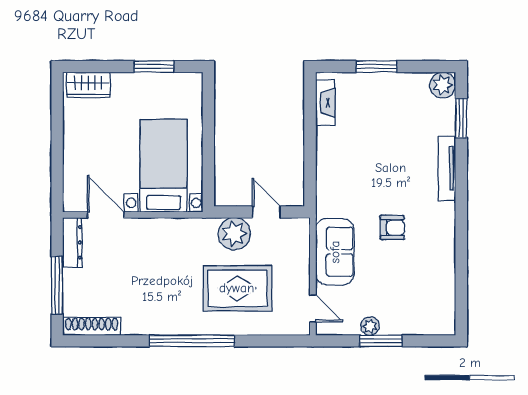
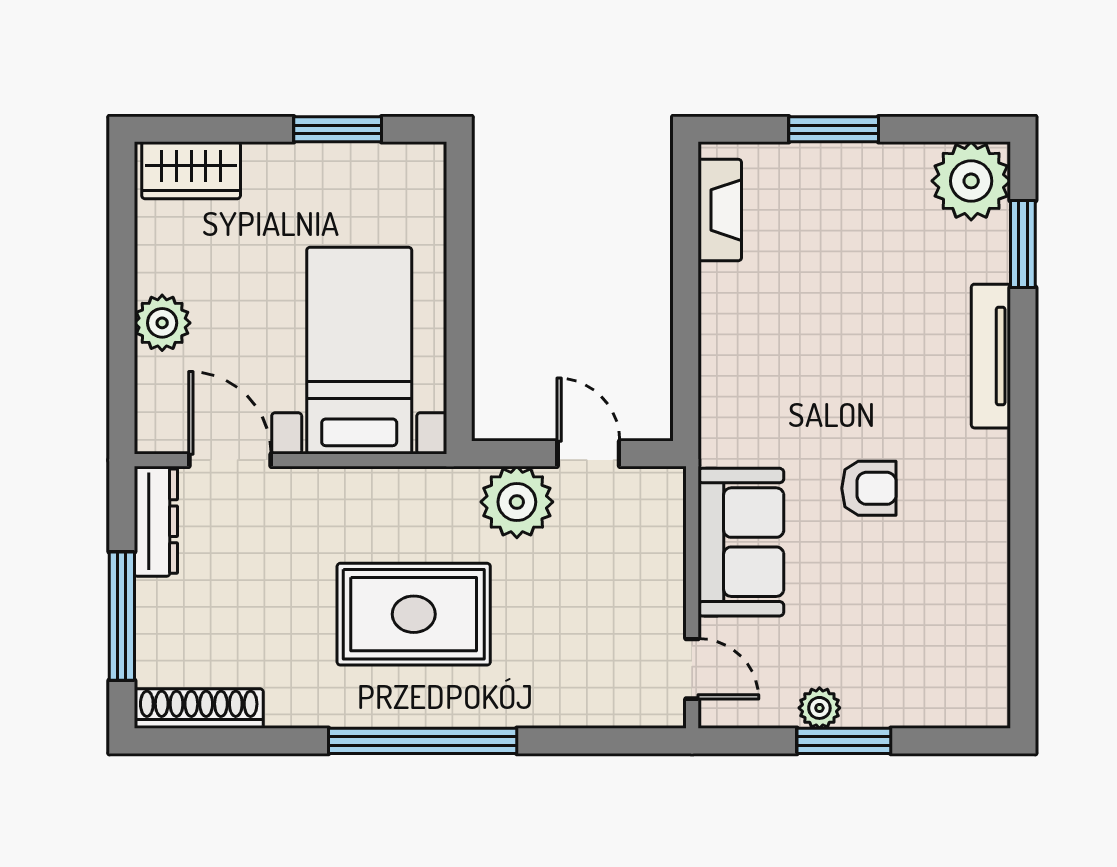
plant: (443, 85) -> (971, 181), width x1.36, depth x1.36
plant: (75, 153) -> (162, 323), added
rug: (237, 288) -> (414, 614), moved

